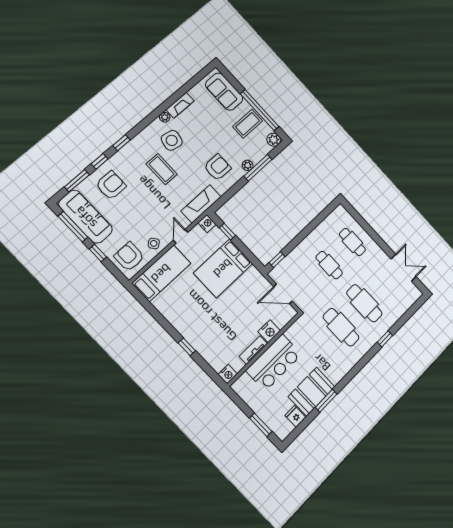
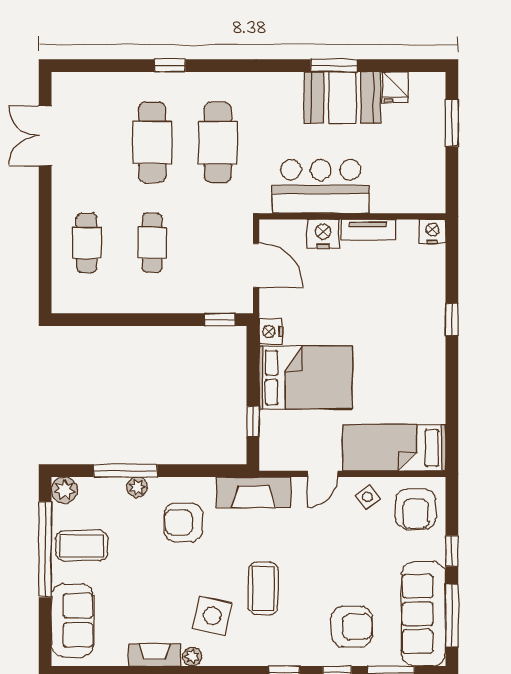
armchair: (111, 185) -> (352, 627), turned 180
nightstand: (207, 224) -> (271, 331), moved
bar counter: (274, 362) -> (321, 186), moved

